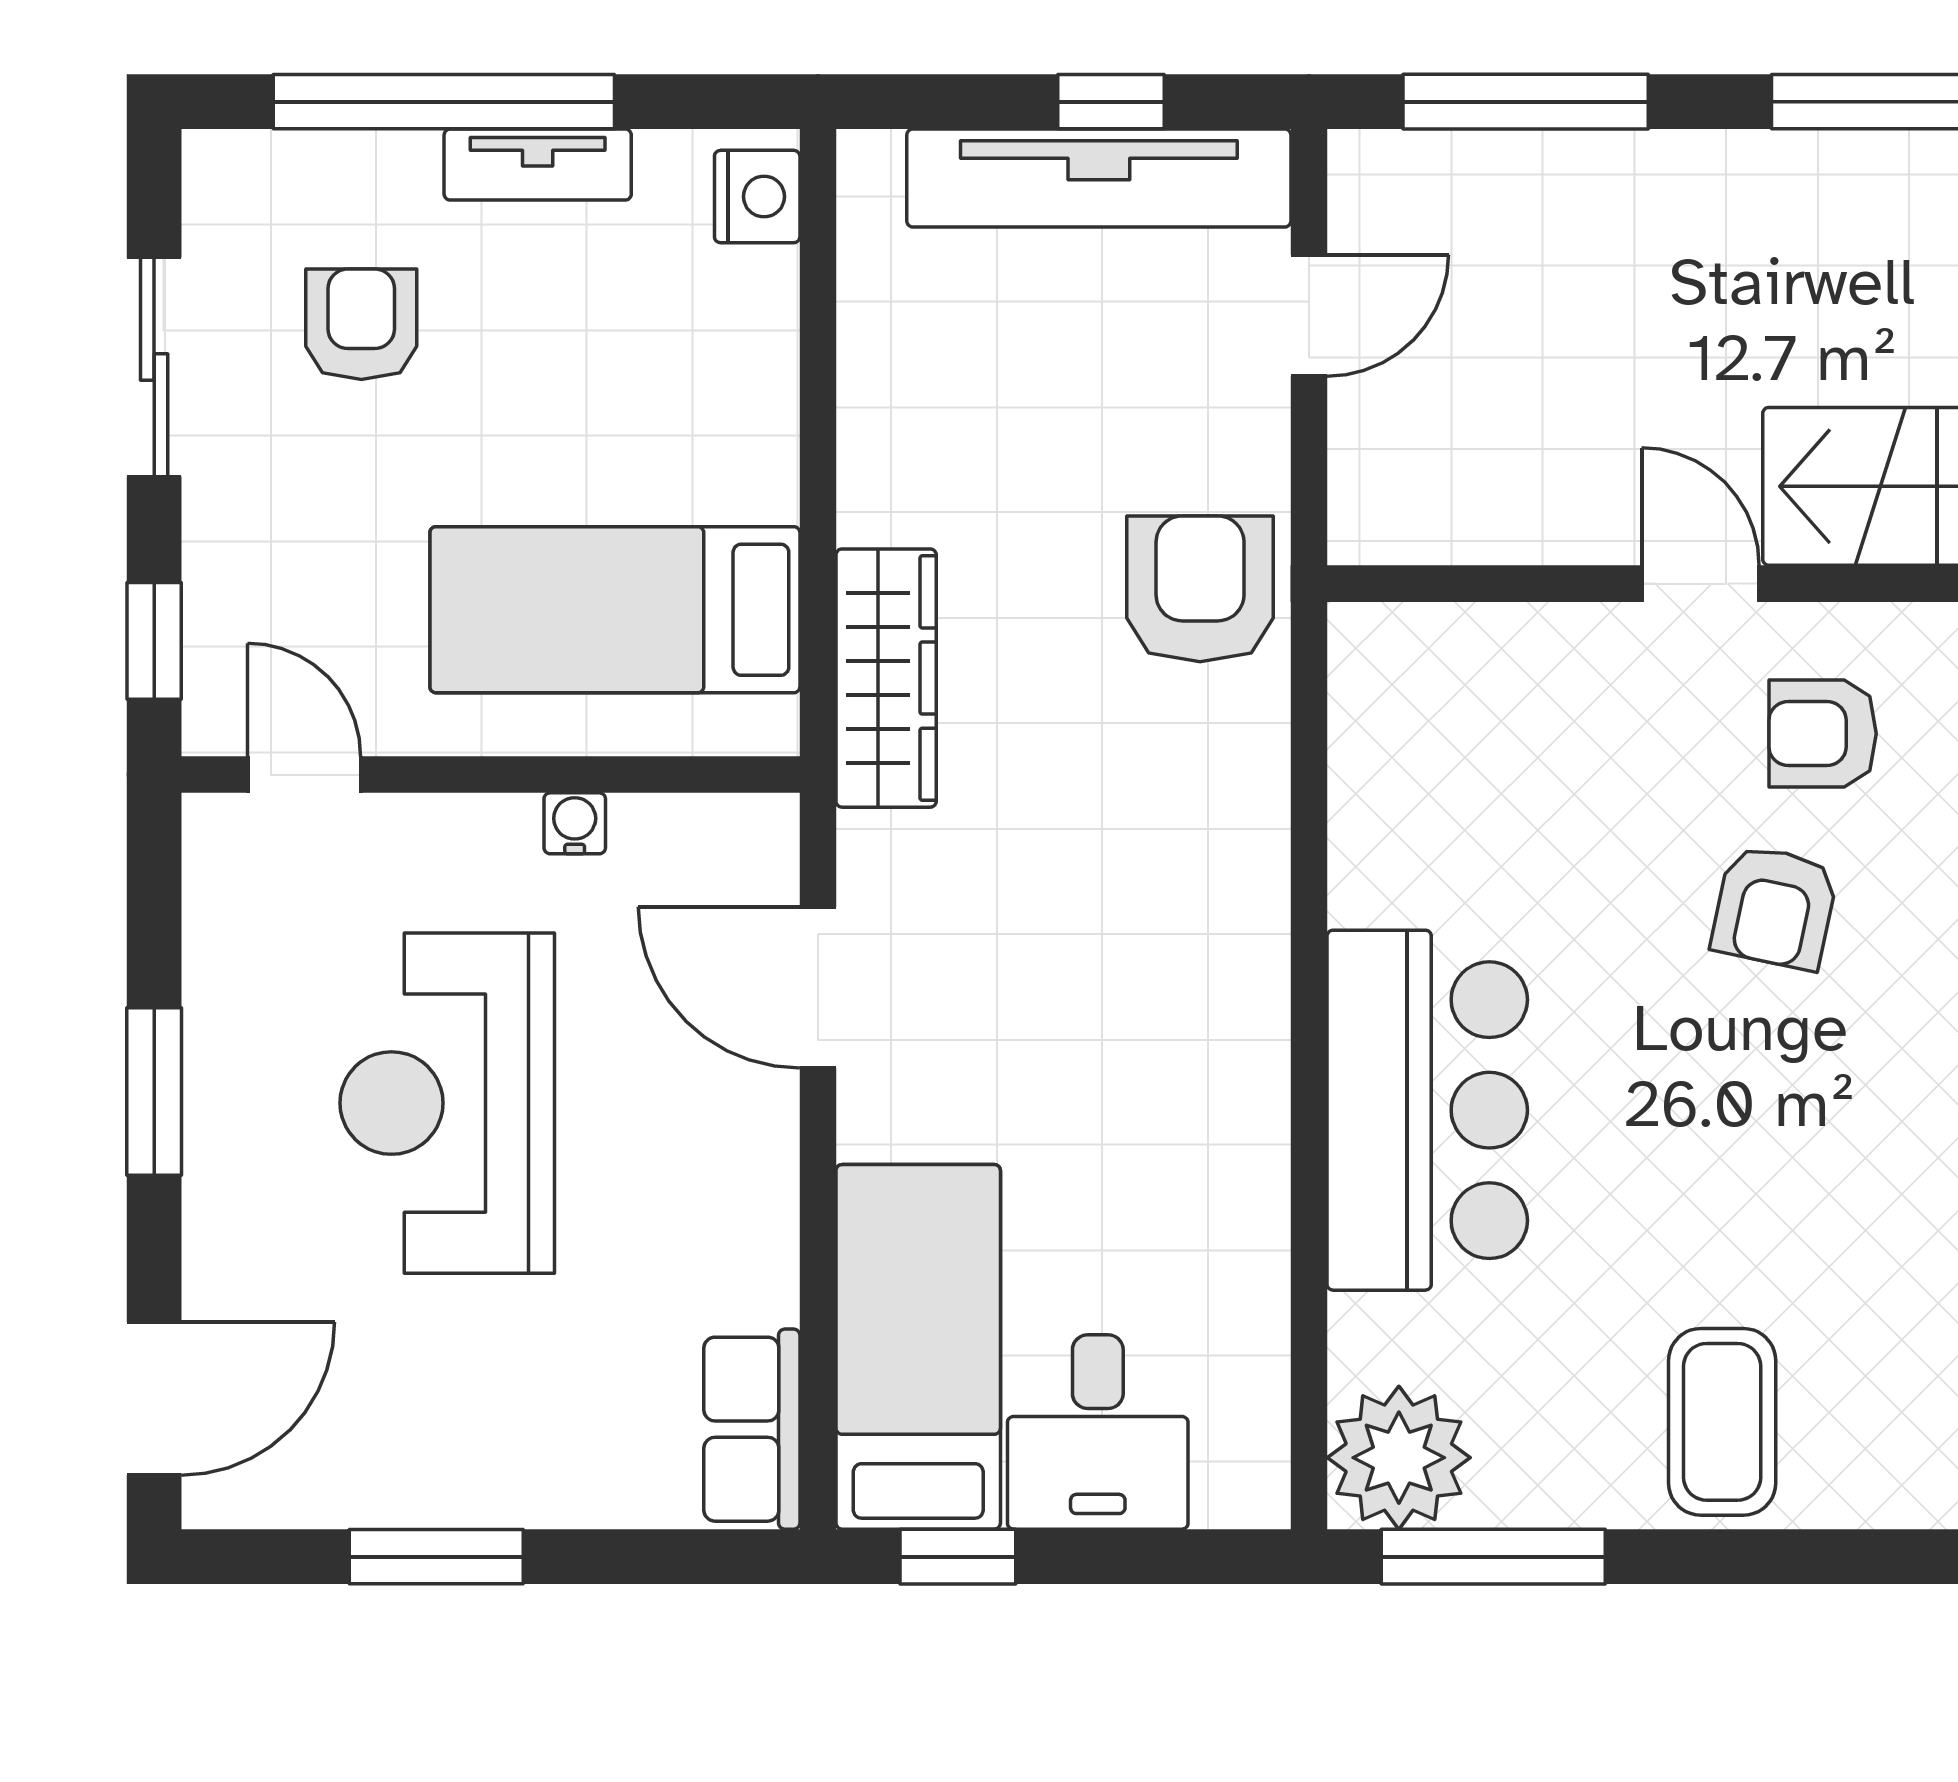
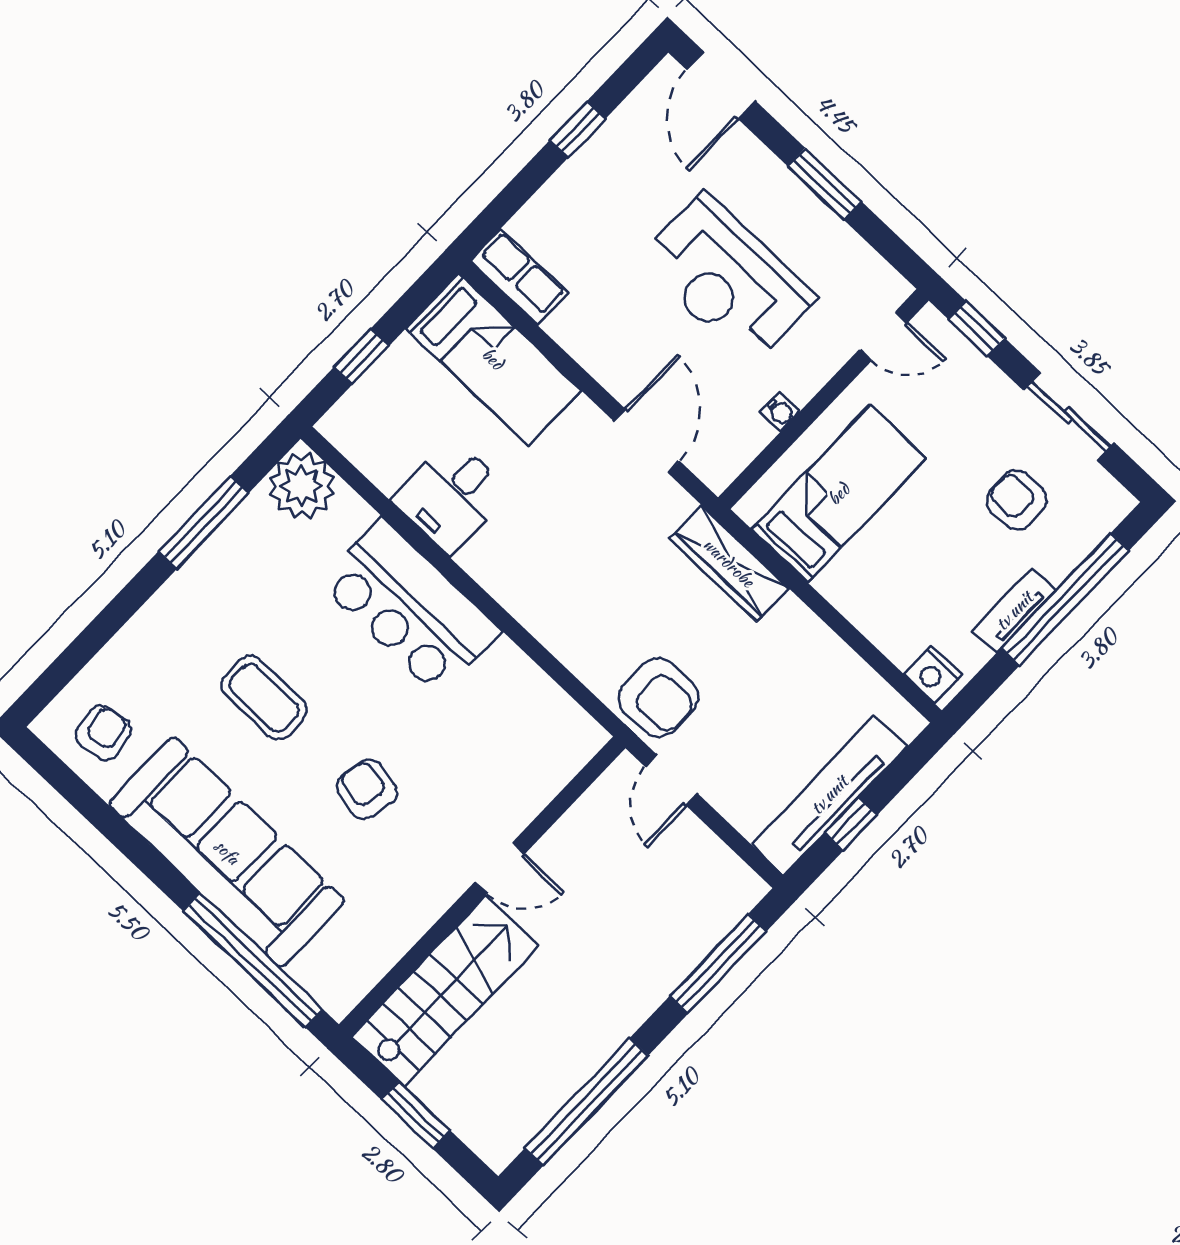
door: (1309, 315) -> (672, 780), moved
armchair: (361, 324) -> (1017, 500), turned 180
armchair: (1823, 734) -> (410, 861), removed
door: (818, 987) -> (647, 441), hinge flipped
reception desk: (447, 1103) -> (727, 279), turned 180
coffee table: (1722, 1422) -> (264, 698), moved
desk: (1098, 1432) -> (451, 496), moved, turned -90
window: (436, 1557) -> (577, 130), width x0.67
window: (958, 1557) -> (362, 356), moved
window: (1493, 1557) -> (204, 522), moved

